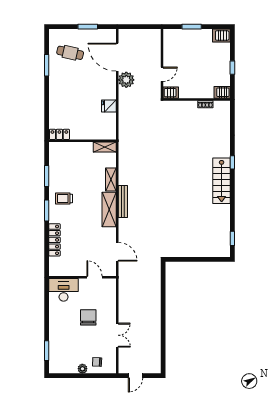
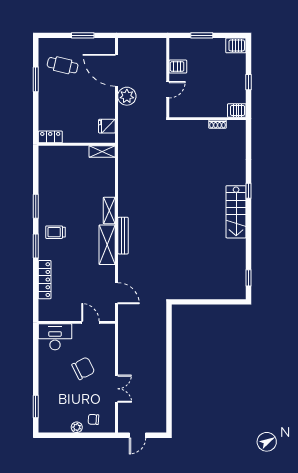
server rack: (171, 93) -> (178, 67), moved
locker: (59, 134) -> (50, 137), moved
wall: (83, 141) -> (77, 144), moved
shelving: (105, 147) -> (102, 151), moved
chair: (88, 317) -> (83, 368), turned 63

